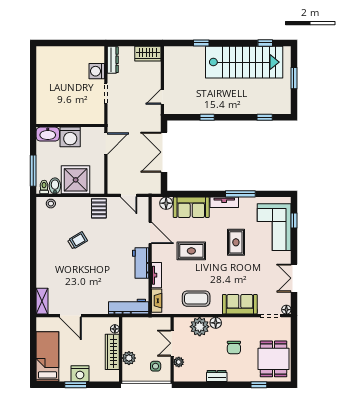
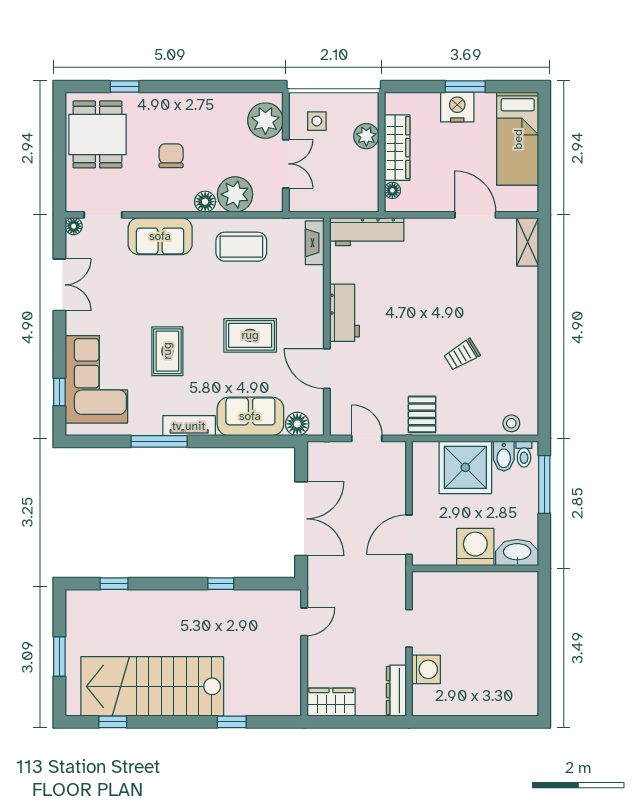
tv unit: (156, 275) -> (315, 290), removed
plant: (179, 362) -> (265, 121), width x1.87, depth x1.87
dresser: (217, 376) -> (203, 103), removed

